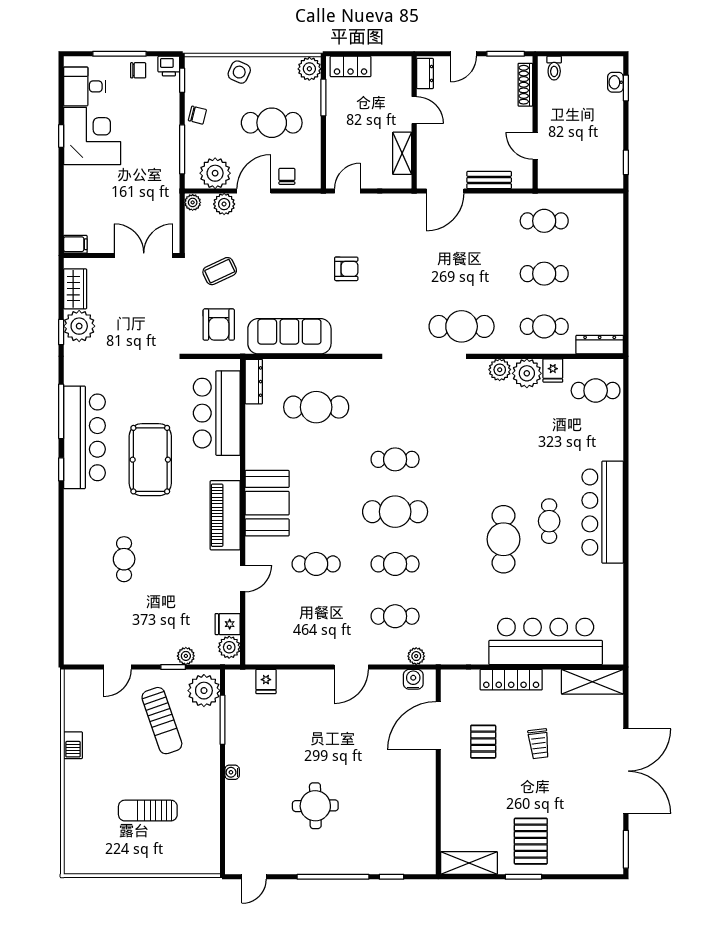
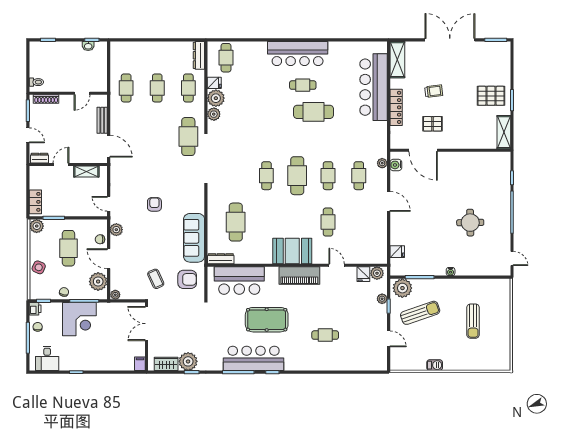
washbasin: (616, 82) -> (88, 46), moved
corner desk: (92, 136) -> (79, 319), moved, turned 180
plant: (224, 204) -> (116, 230), moved

